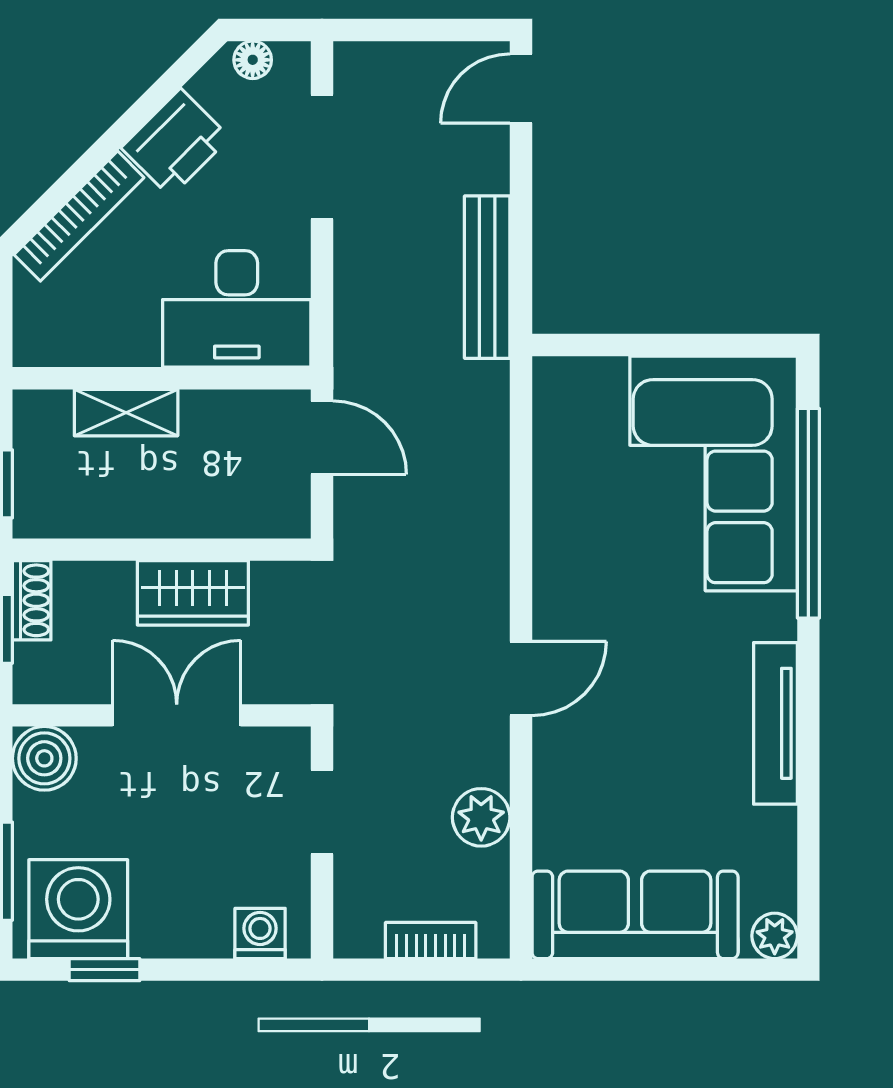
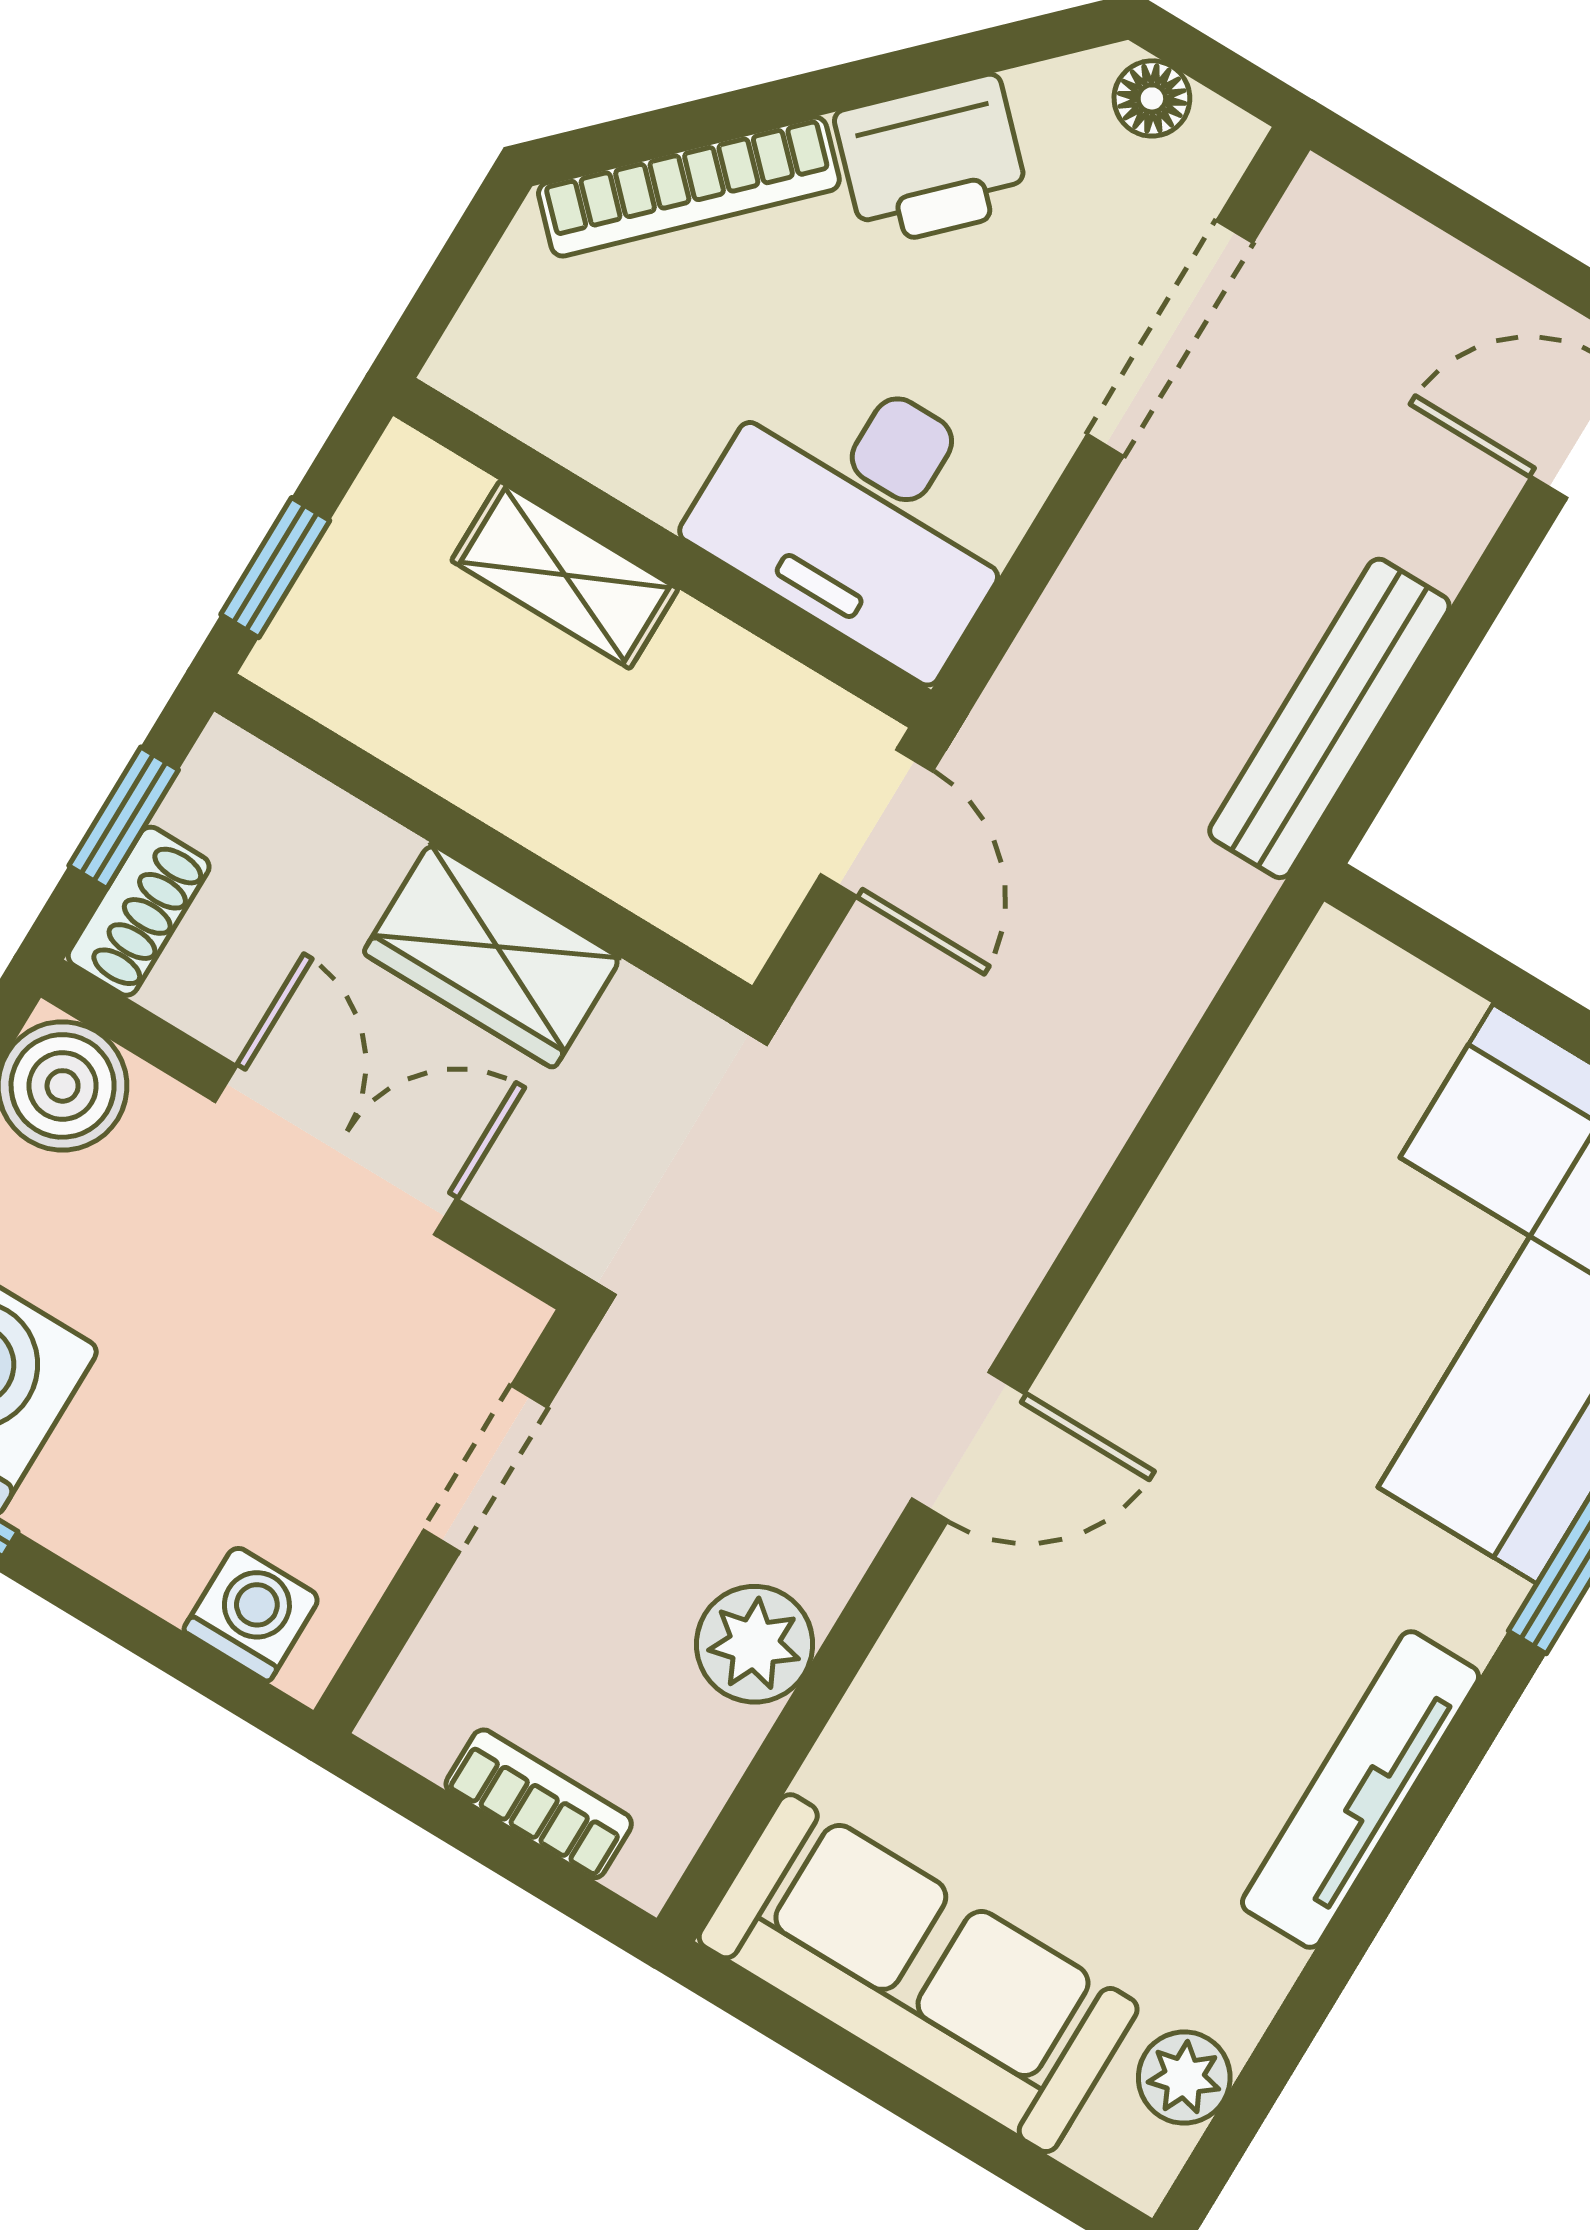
shoe rack: (32, 600) -> (139, 911), moved
plant: (775, 936) -> (1184, 2077), moved

